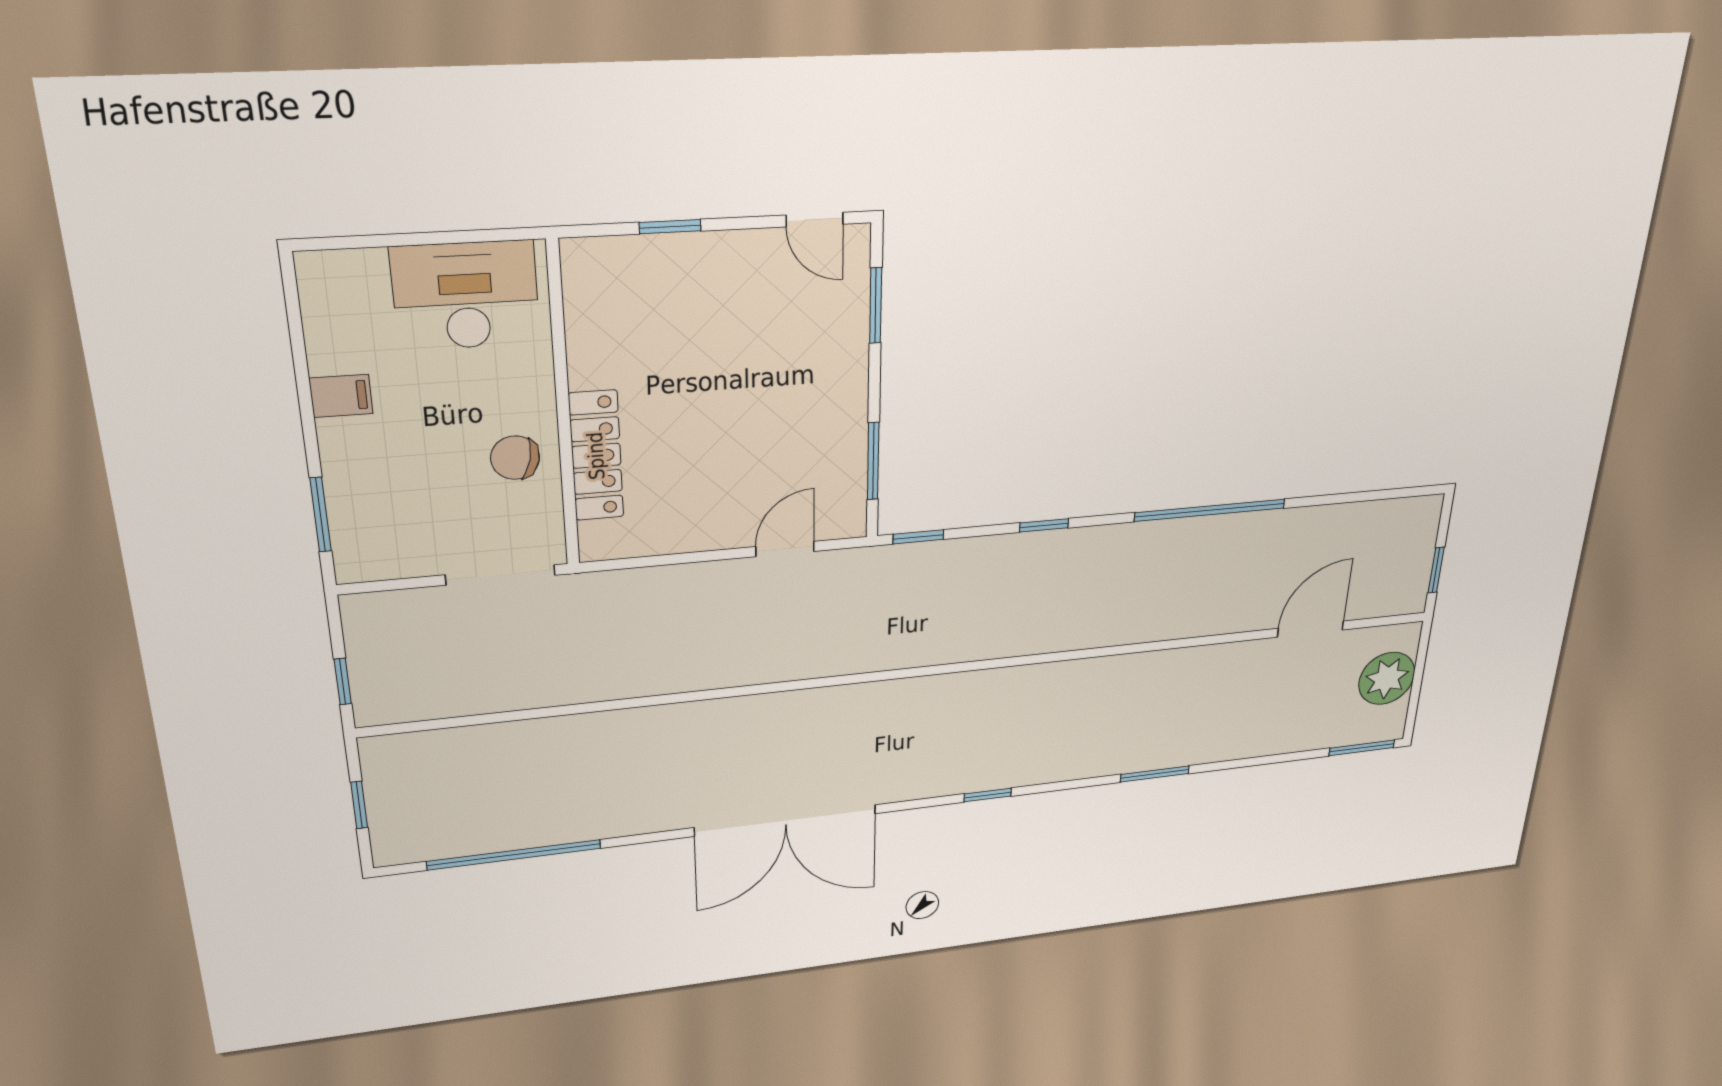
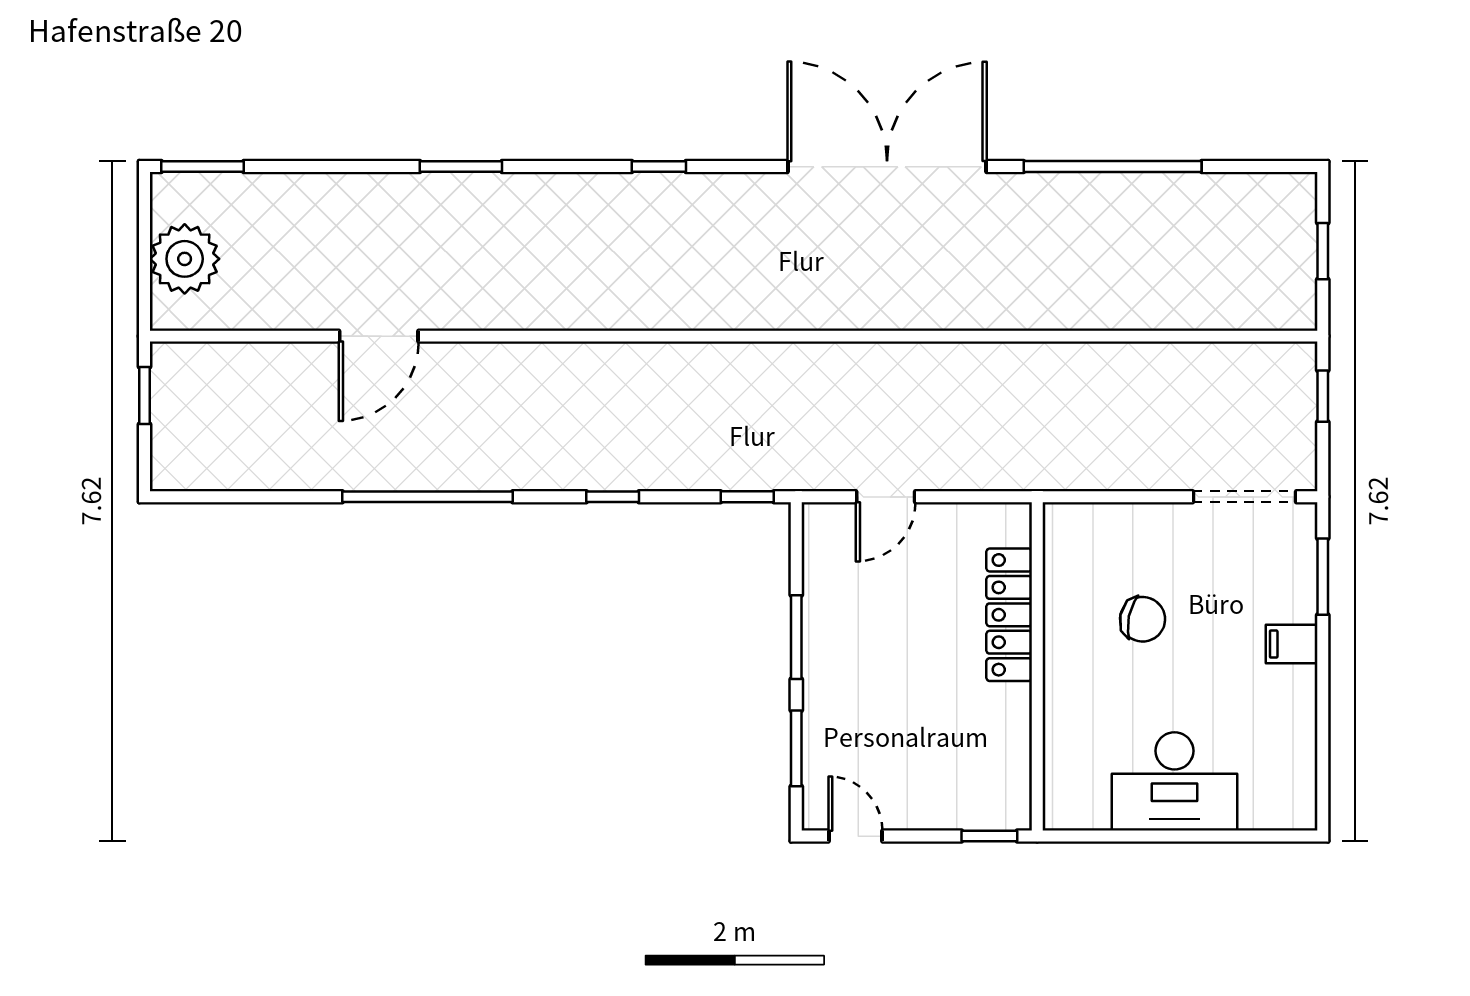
filing cabinet: (341, 396) -> (1292, 644), moved
wall: (563, 408) -> (1037, 666), moved
locker: (596, 456) -> (1009, 615), moved
window: (873, 461) -> (796, 637), moved
doorway: (500, 575) -> (1244, 497), moved
door: (1311, 629) -> (379, 336), moved
window: (514, 855) -> (1113, 167), moved

